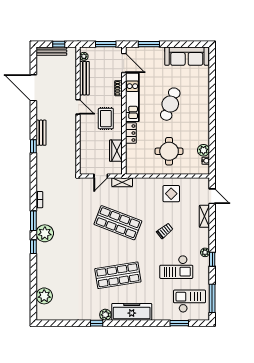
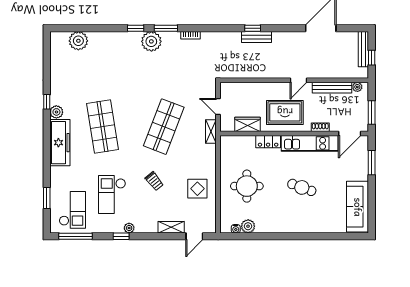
cafe table: (170, 104) -> (302, 187), width x0.73, depth x0.74
rug: (106, 119) -> (285, 112), width x1.36, depth x1.43
bench: (41, 133) -> (257, 37), moved

